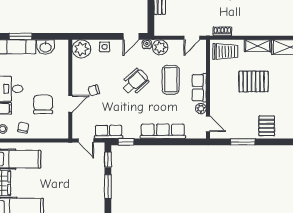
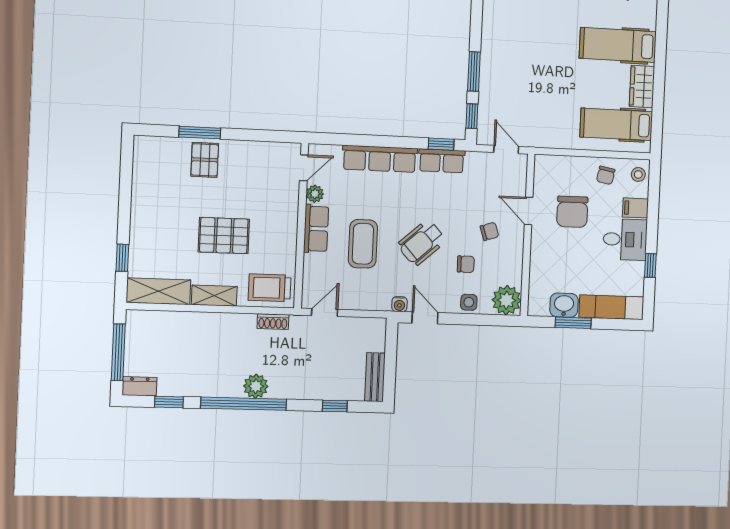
window: (21, 36) -> (573, 323), moved
door: (131, 36) -> (425, 318), hinge flipped
plant: (160, 47) -> (378, 298), removed
chair: (108, 70) -> (466, 264), added
door: (70, 104) -> (529, 211), hinge flipped
door: (208, 124) -> (304, 168), swing flipped
row of seats: (109, 132) -> (442, 161), moved
window: (243, 142) -> (200, 133), moved

